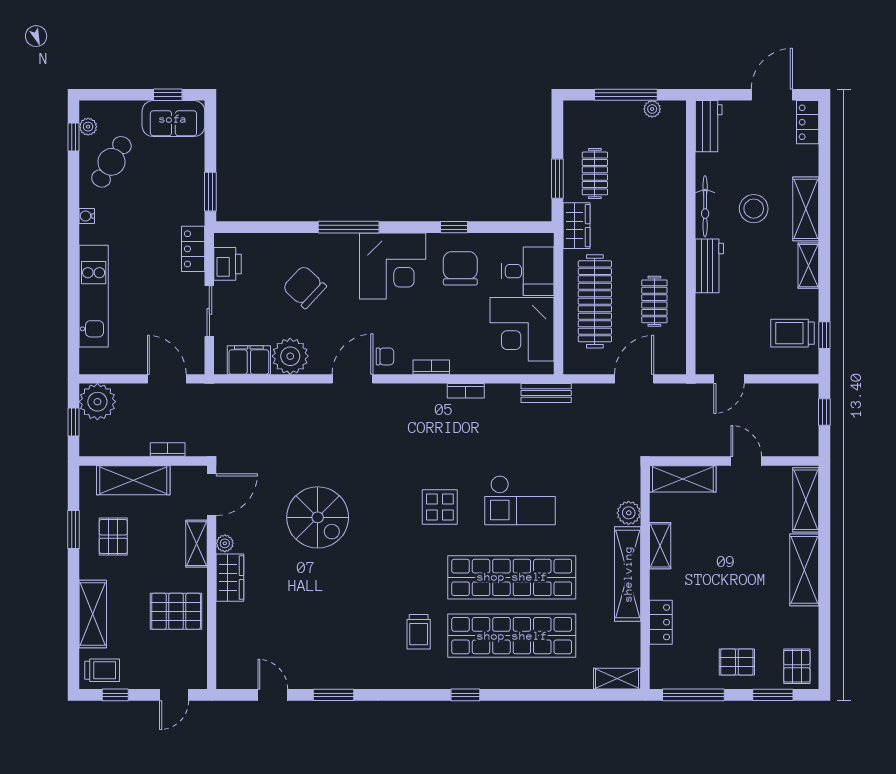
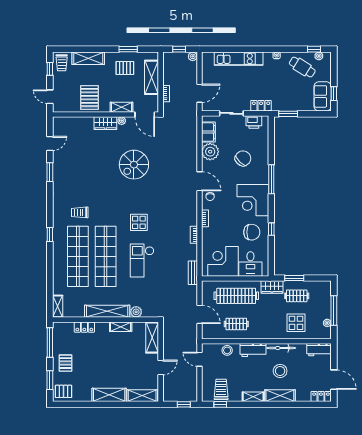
display table: (652, 175) -> (296, 323), added
stool: (710, 321) -> (227, 350), added
plant: (97, 402) -> (193, 56), width x0.53, depth x0.53

